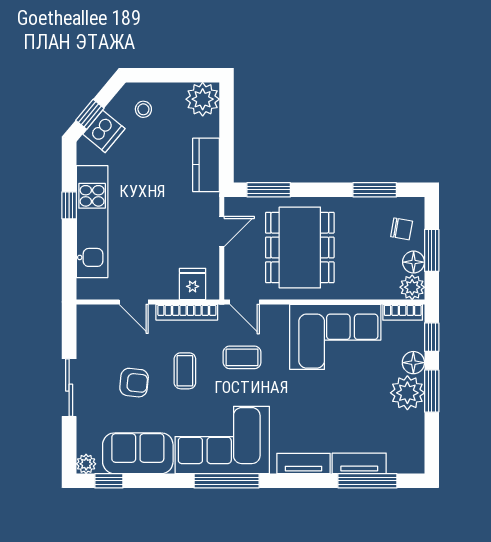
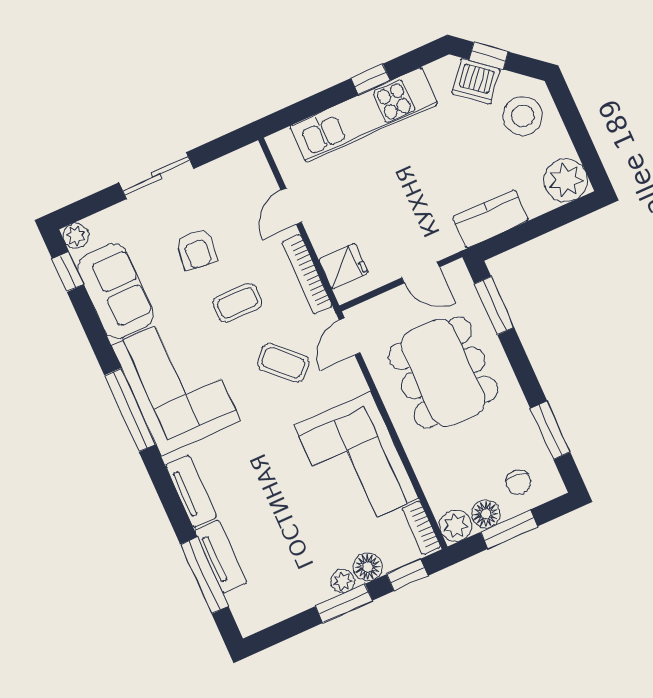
stool: (143, 109) -> (523, 116), width x1.89, depth x1.89
dining table: (300, 247) -> (443, 373), turned 90
coffee table: (242, 357) -> (283, 363), turned -46
plant: (407, 393) -> (343, 581), width x0.53, depth x0.53

